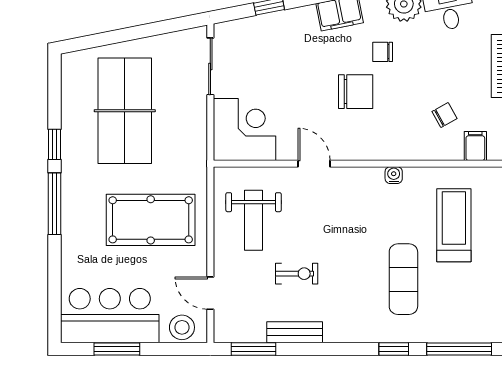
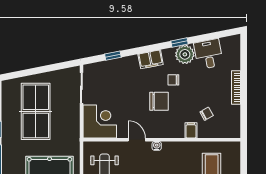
filing cabinet: (475, 146) -> (191, 130), moved
water cooler: (394, 175) -> (157, 146), moved

